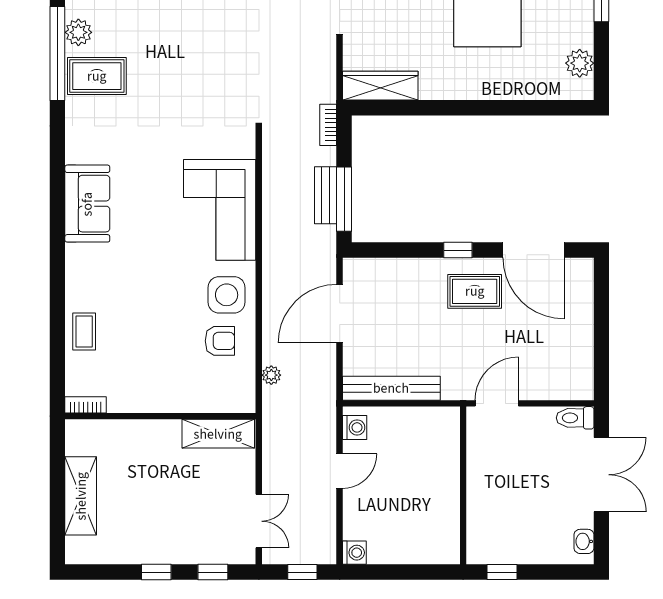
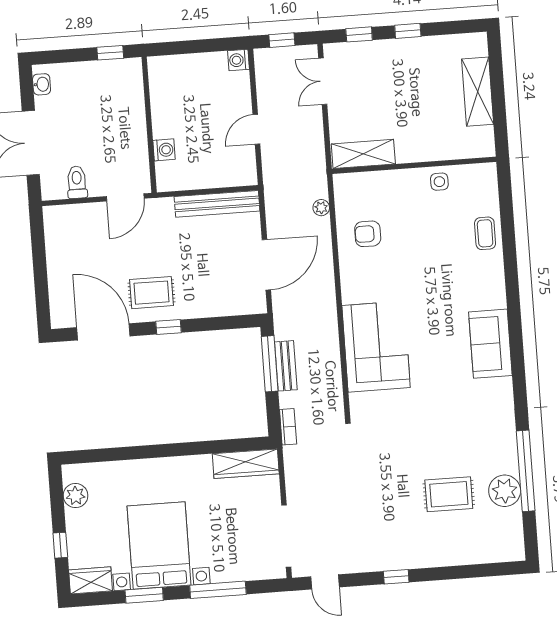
plant: (78, 32) -> (505, 491), width x1.36, depth x1.36
rug: (97, 76) -> (449, 494), moved
side table: (227, 295) -> (439, 182), moved, width x0.54, depth x0.54
bookcase: (86, 405) -> (479, 170), removed
toilet: (575, 418) -> (77, 182), moved, turned -90
washing machine: (355, 427) -> (164, 150), moved, turned 180

